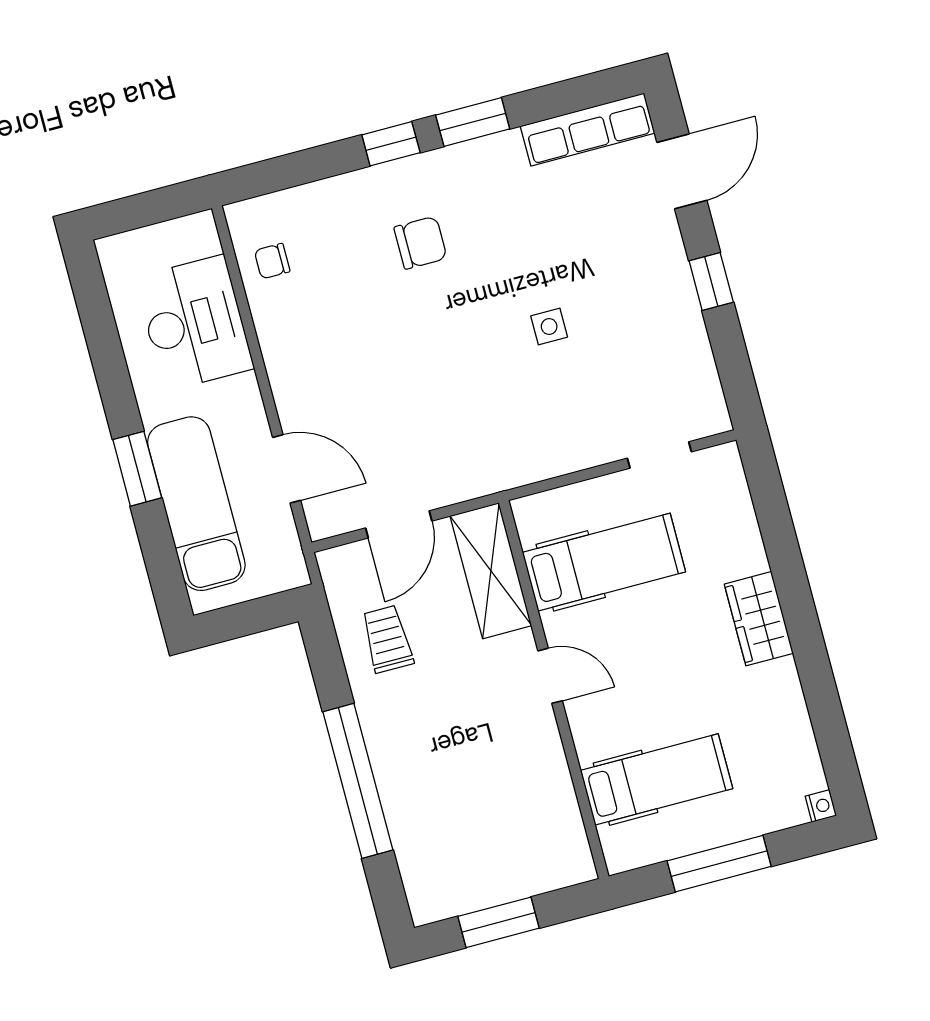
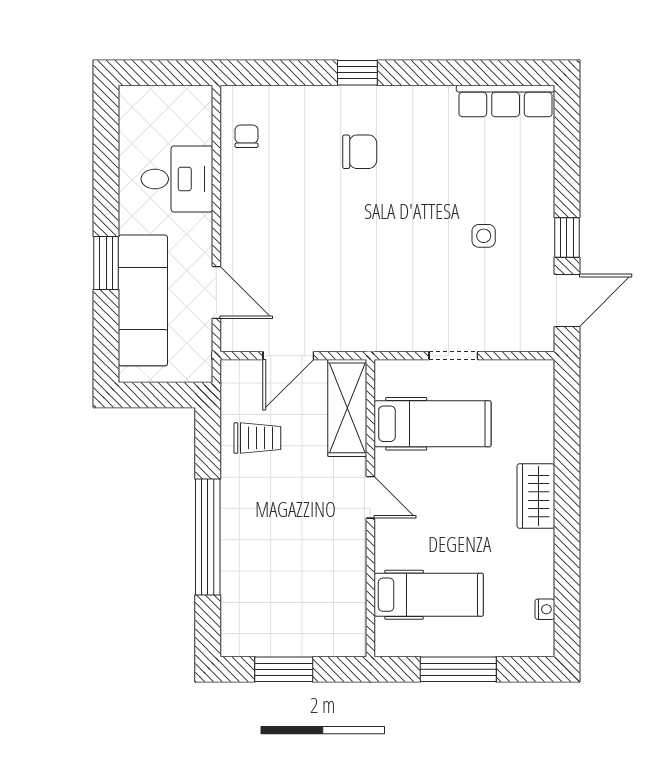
window: (473, 122) -> (422, 73), removed
door: (682, 171) -> (567, 301), moved
chair: (272, 261) -> (247, 136), turned 90
desk: (194, 323) -> (177, 179), width x0.73
side table: (549, 326) -> (484, 236), moved
doorway: (659, 455) -> (453, 356), moved
trolley: (387, 639) -> (257, 438), turned 90
nightstand: (821, 806) -> (545, 609), moved

